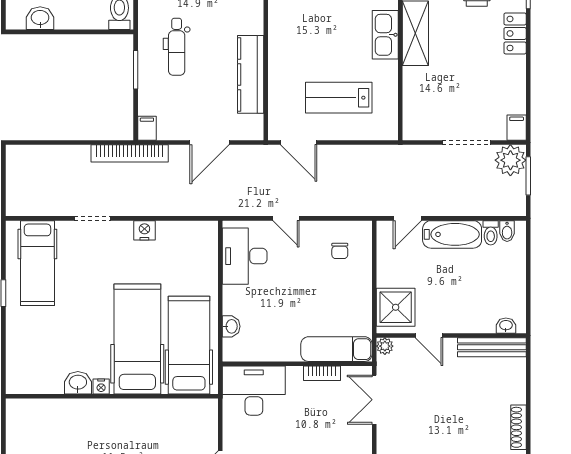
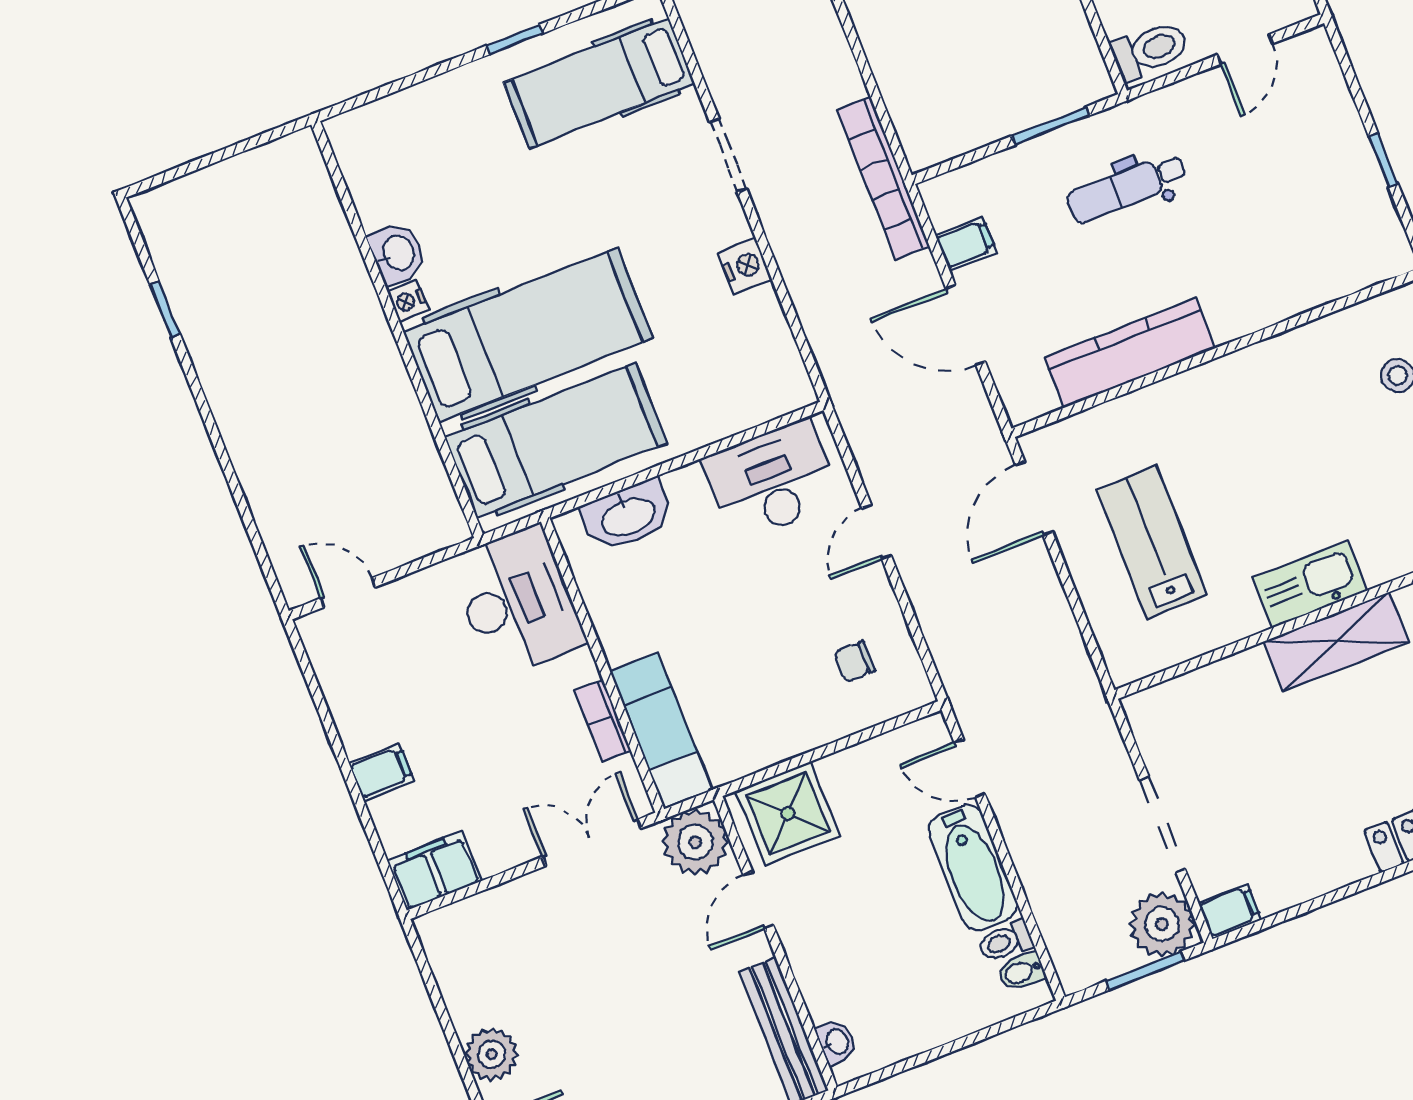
filing cabinet: (147, 128) -> (966, 244), moved
washbasin: (231, 326) -> (628, 516), width x1.91, depth x1.45
plant: (385, 346) -> (695, 842), width x1.87, depth x1.87

